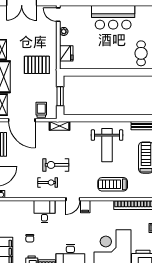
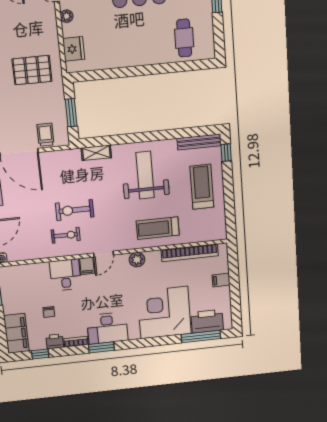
shelving: (60, 126) -> (96, 153), moved
weight bench: (107, 145) -> (145, 175), turned 180
plant: (96, 206) -> (137, 260), added
filing cabinet: (85, 207) -> (87, 266), moved

